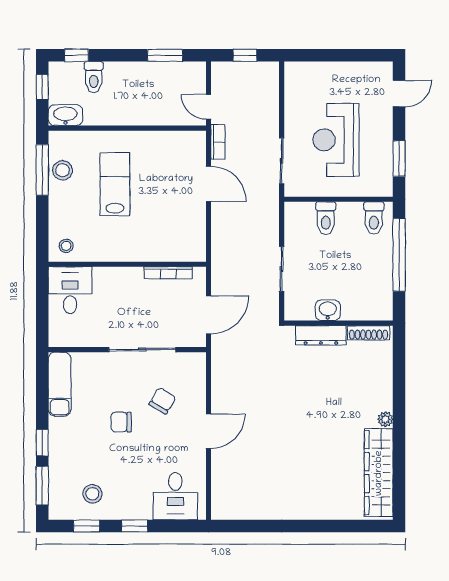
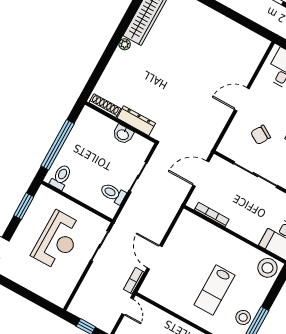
toilet: (326, 218) -> (113, 193), moved, turned -90
stool: (66, 246) -> (267, 268), width x1.89, depth x1.89

